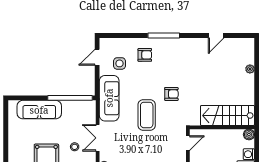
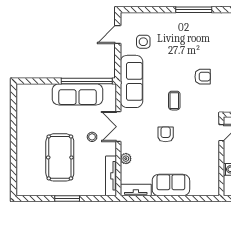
armchair: (145, 55) -> (166, 134), moved, turned -90
sofa: (39, 110) -> (78, 94), moved
coffee table: (147, 115) -> (174, 101), width x0.54, depth x0.58

